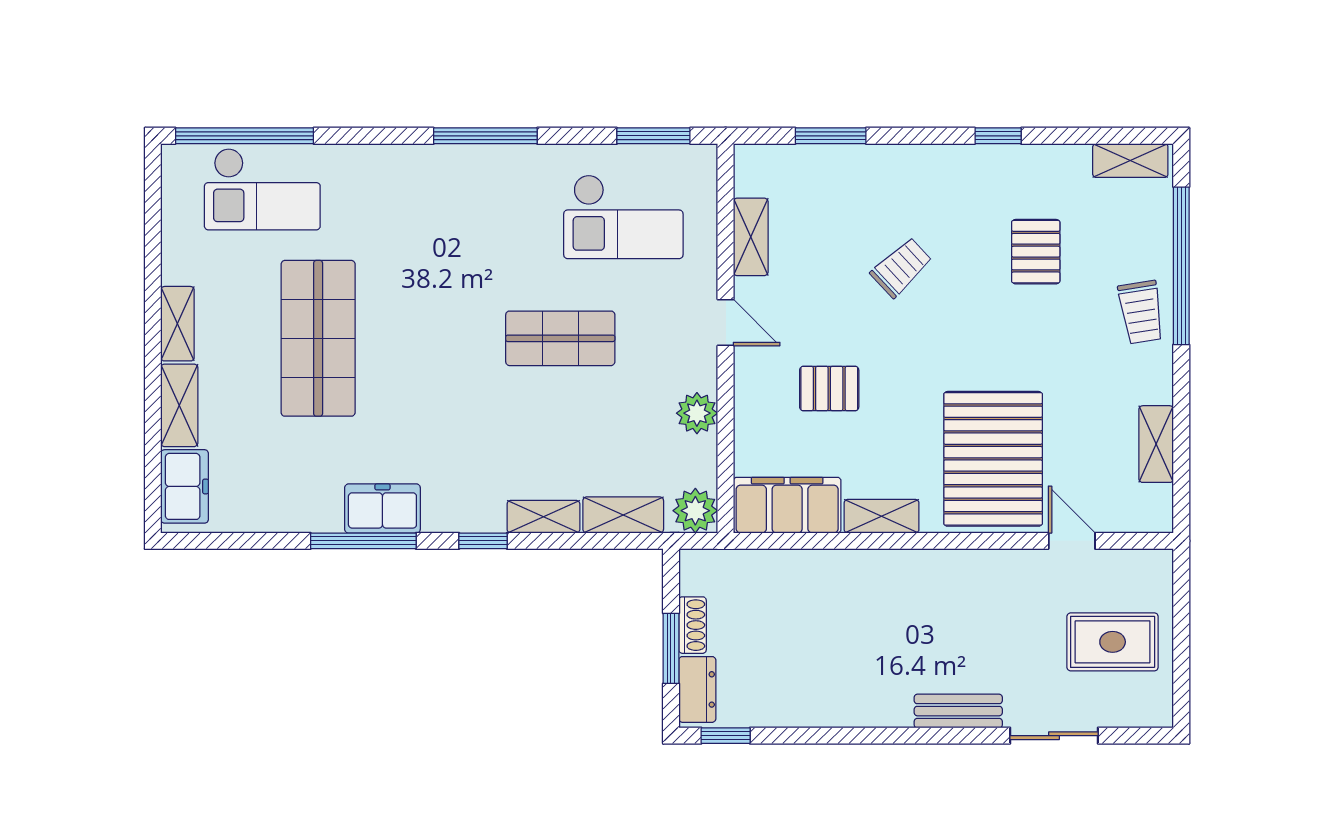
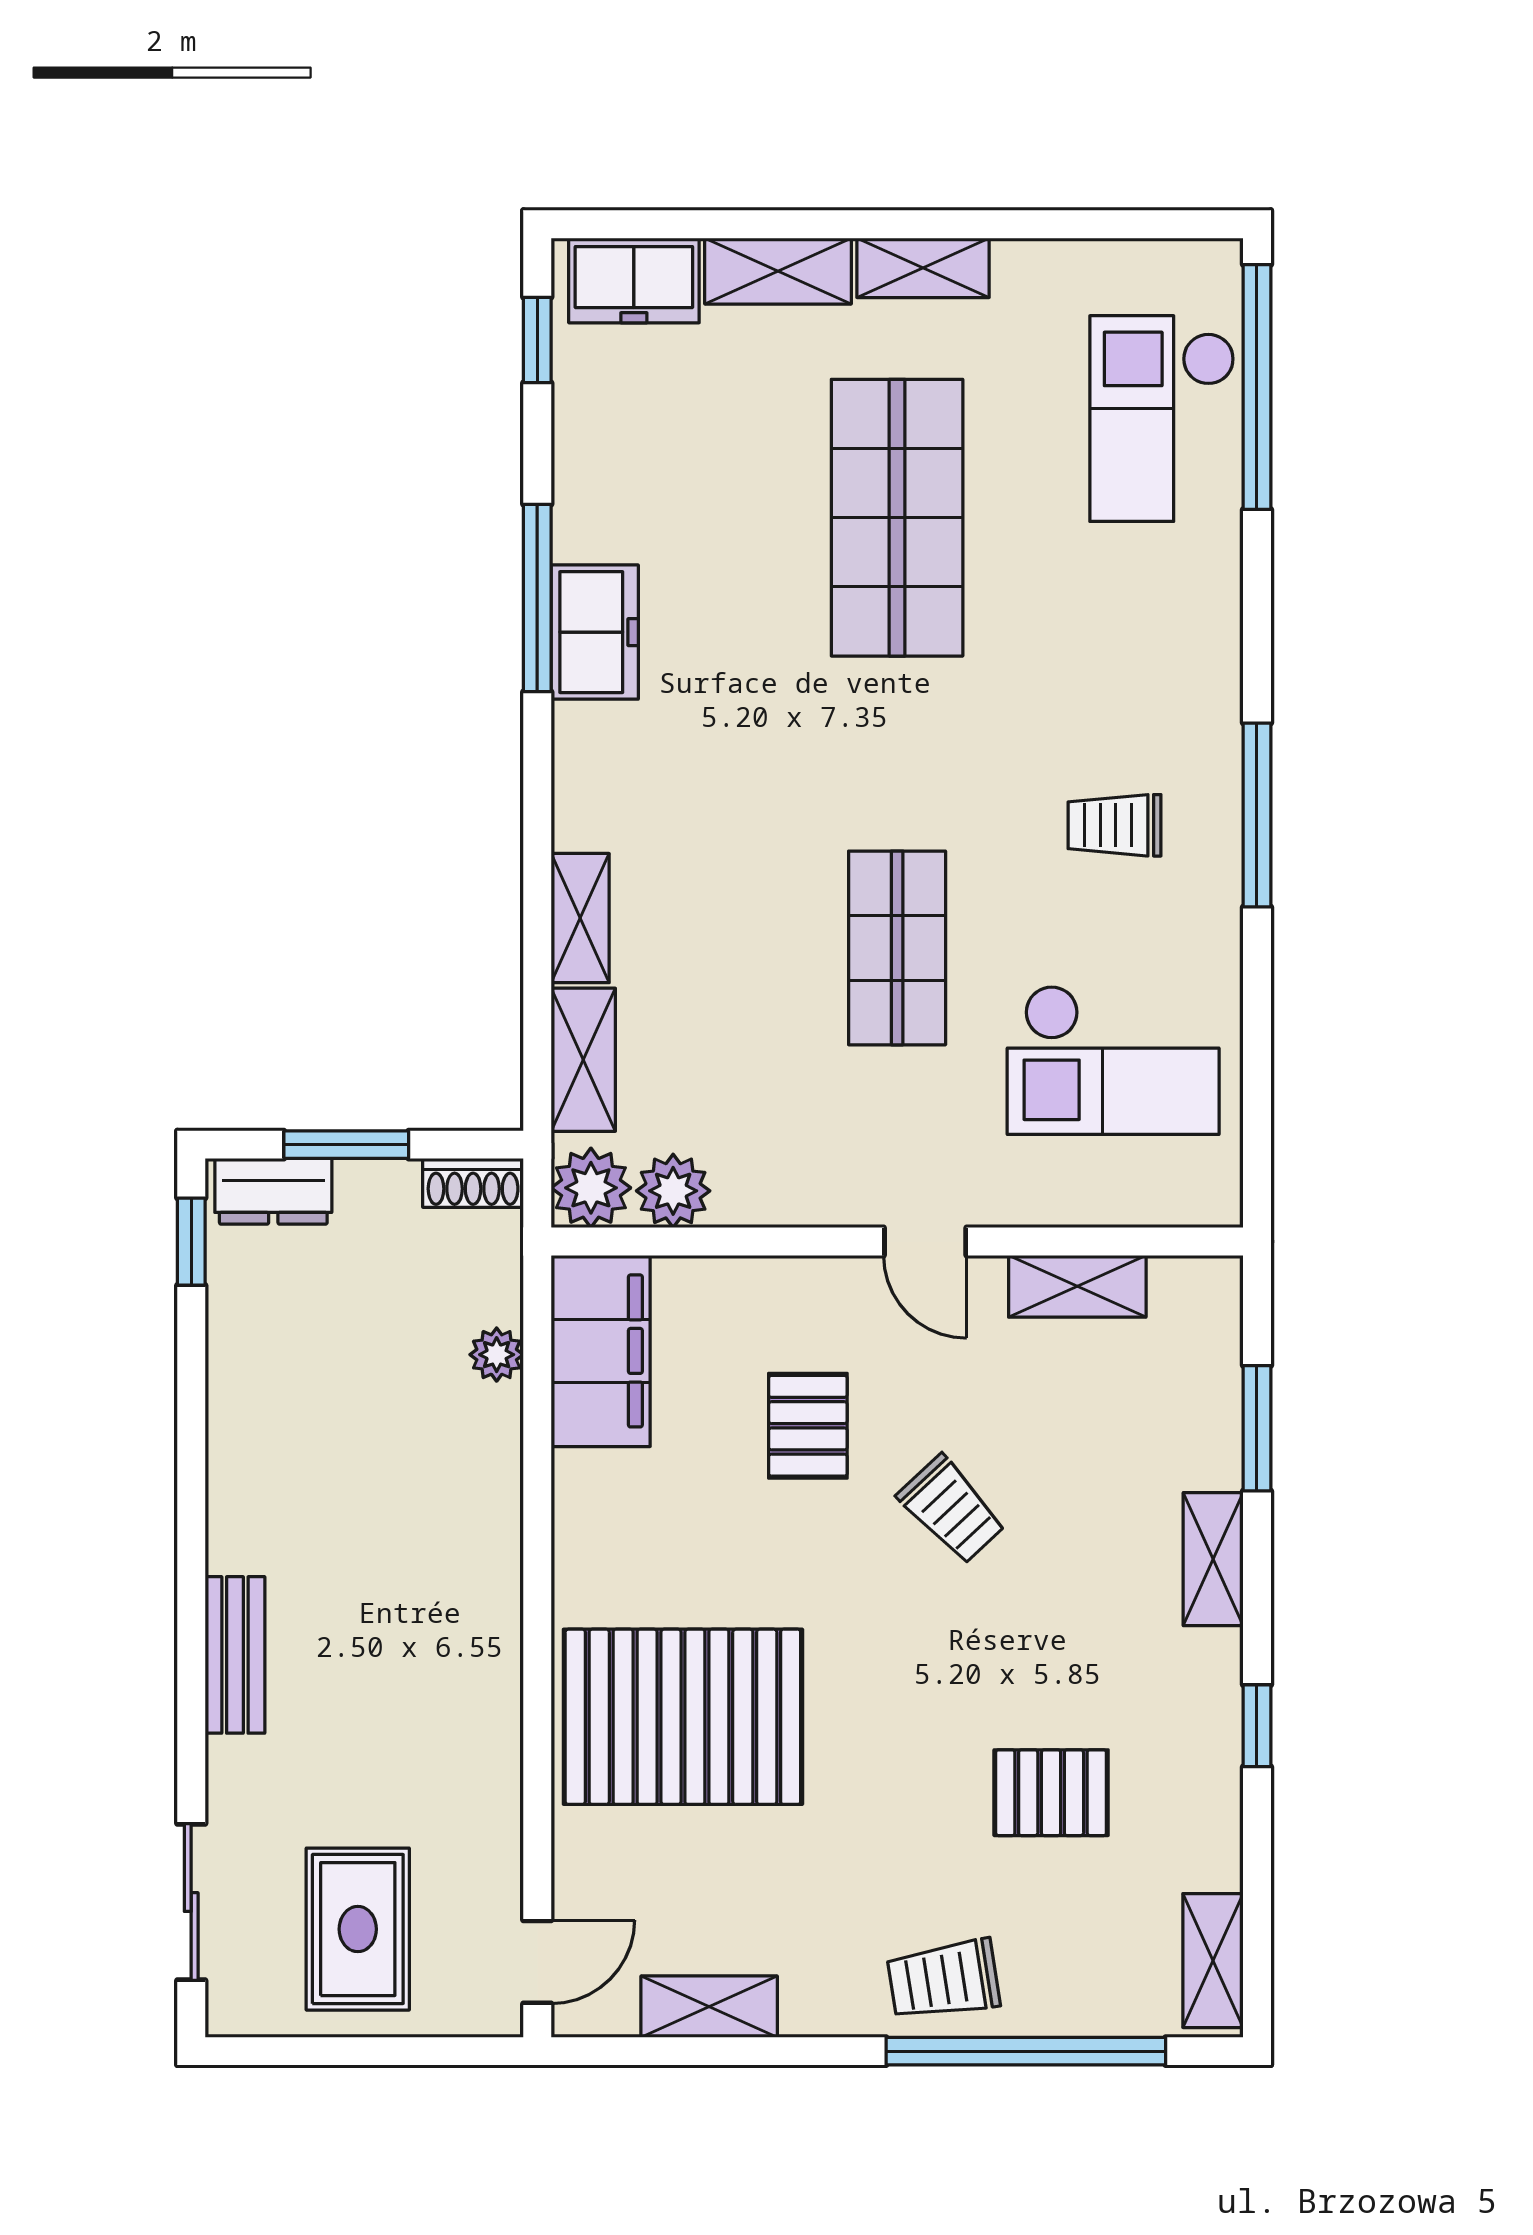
window: (653, 136) -> (1257, 1114), removed
trolley: (491, 216) -> (1115, 825), added
checkout: (623, 217) -> (1113, 1060), turned -90
trolley: (901, 267) -> (952, 1510), moved
door: (726, 323) -> (925, 1241), hinge flipped
shop shelf: (318, 338) -> (897, 518), turned 90
plant: (697, 413) -> (673, 1191), moved
shelving: (882, 516) -> (1213, 1559), moved
window: (483, 541) -> (537, 340), moved
door: (1072, 541) -> (537, 1962), moved
plant: (789, 564) -> (497, 1355), added
shoe rack: (693, 625) -> (473, 1183), moved
sliding door: (1054, 736) -> (191, 1902), moved

